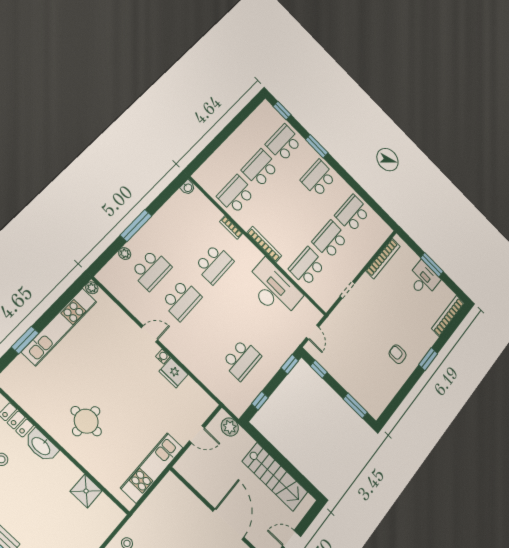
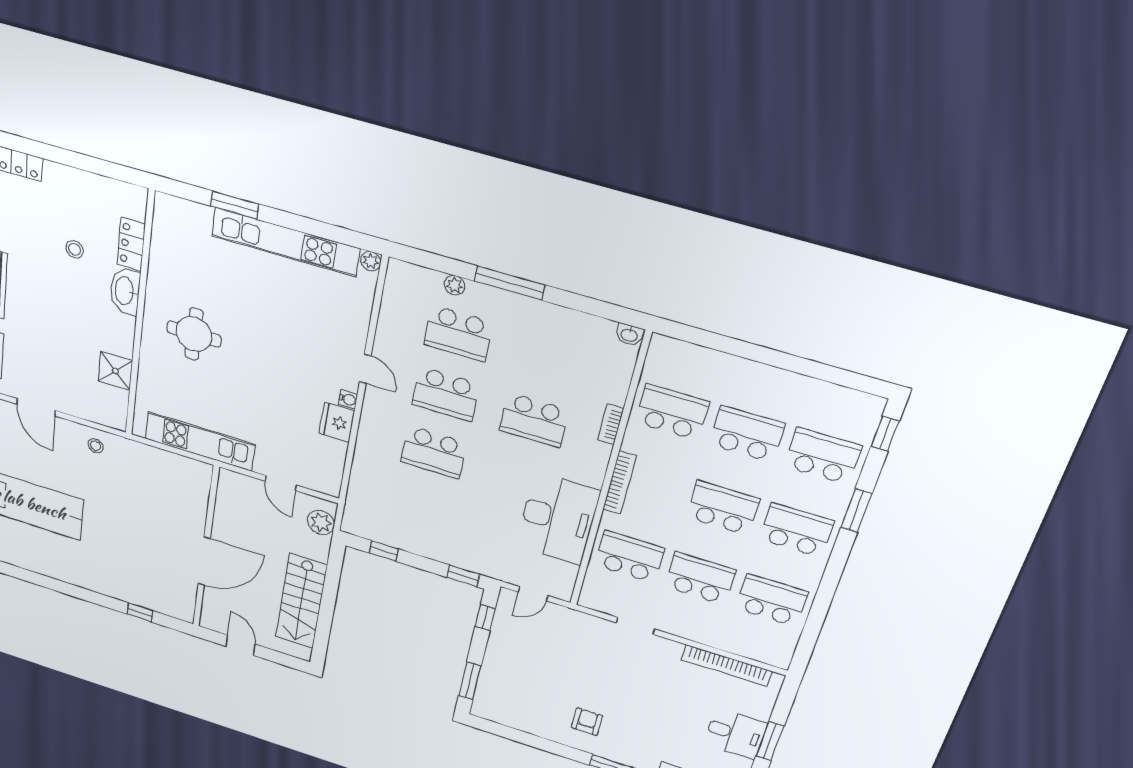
school desk: (295, 204) -> (723, 508), added
school desk: (242, 359) -> (434, 452), moved

